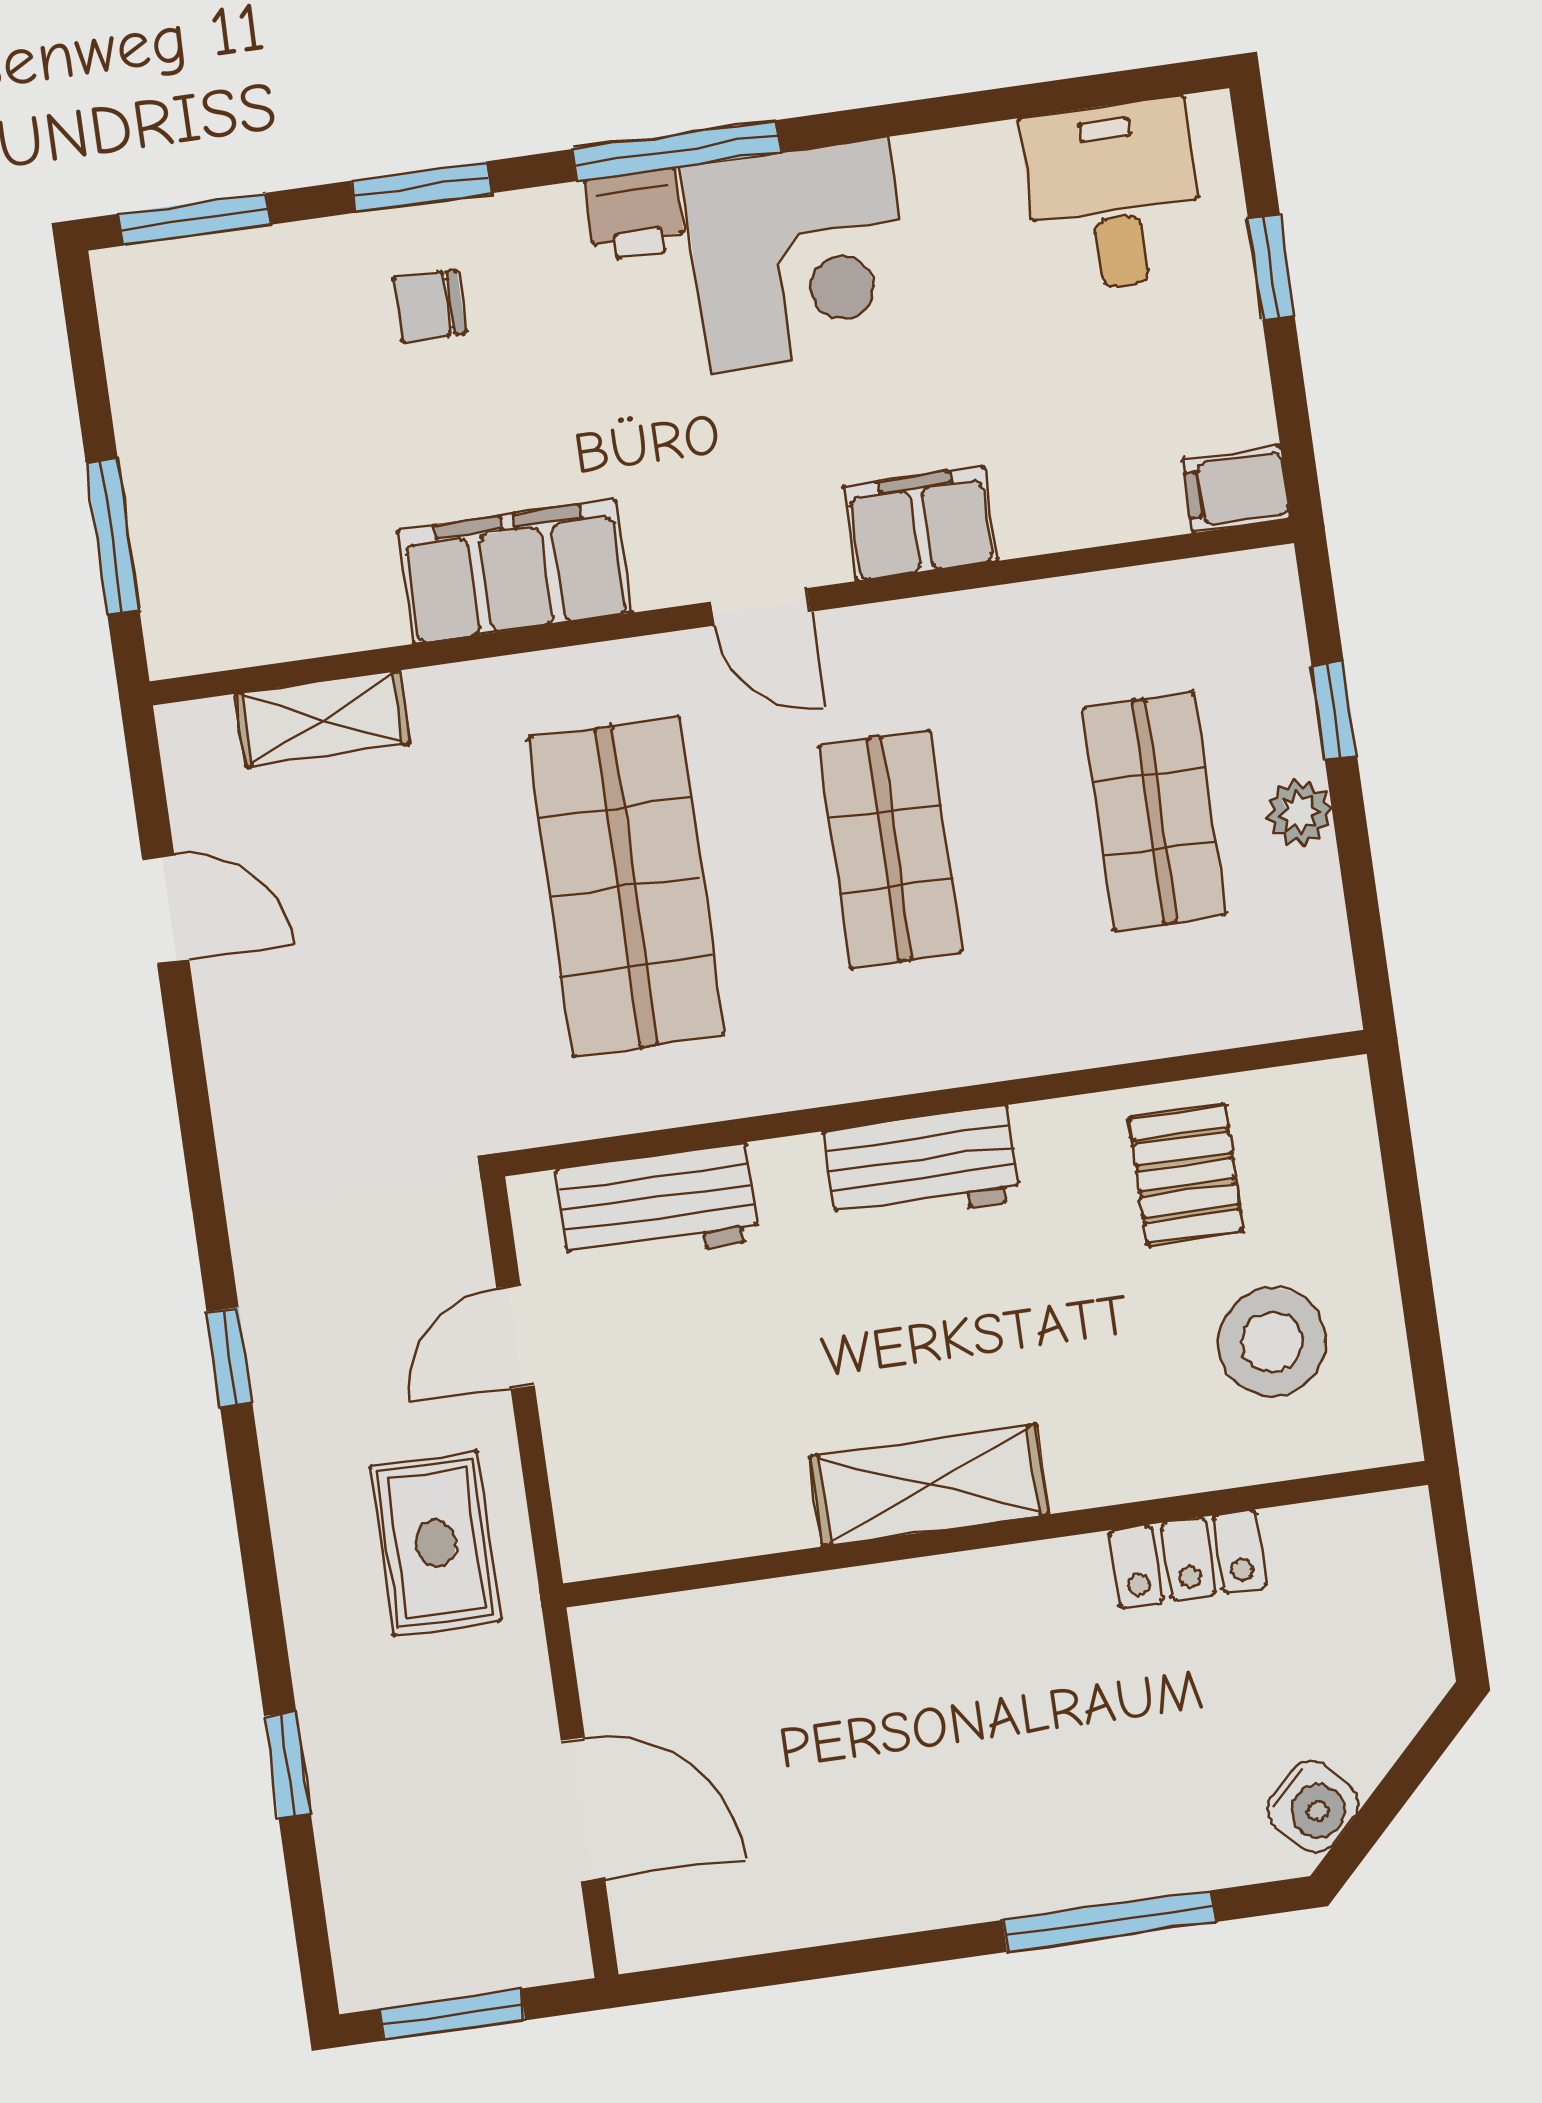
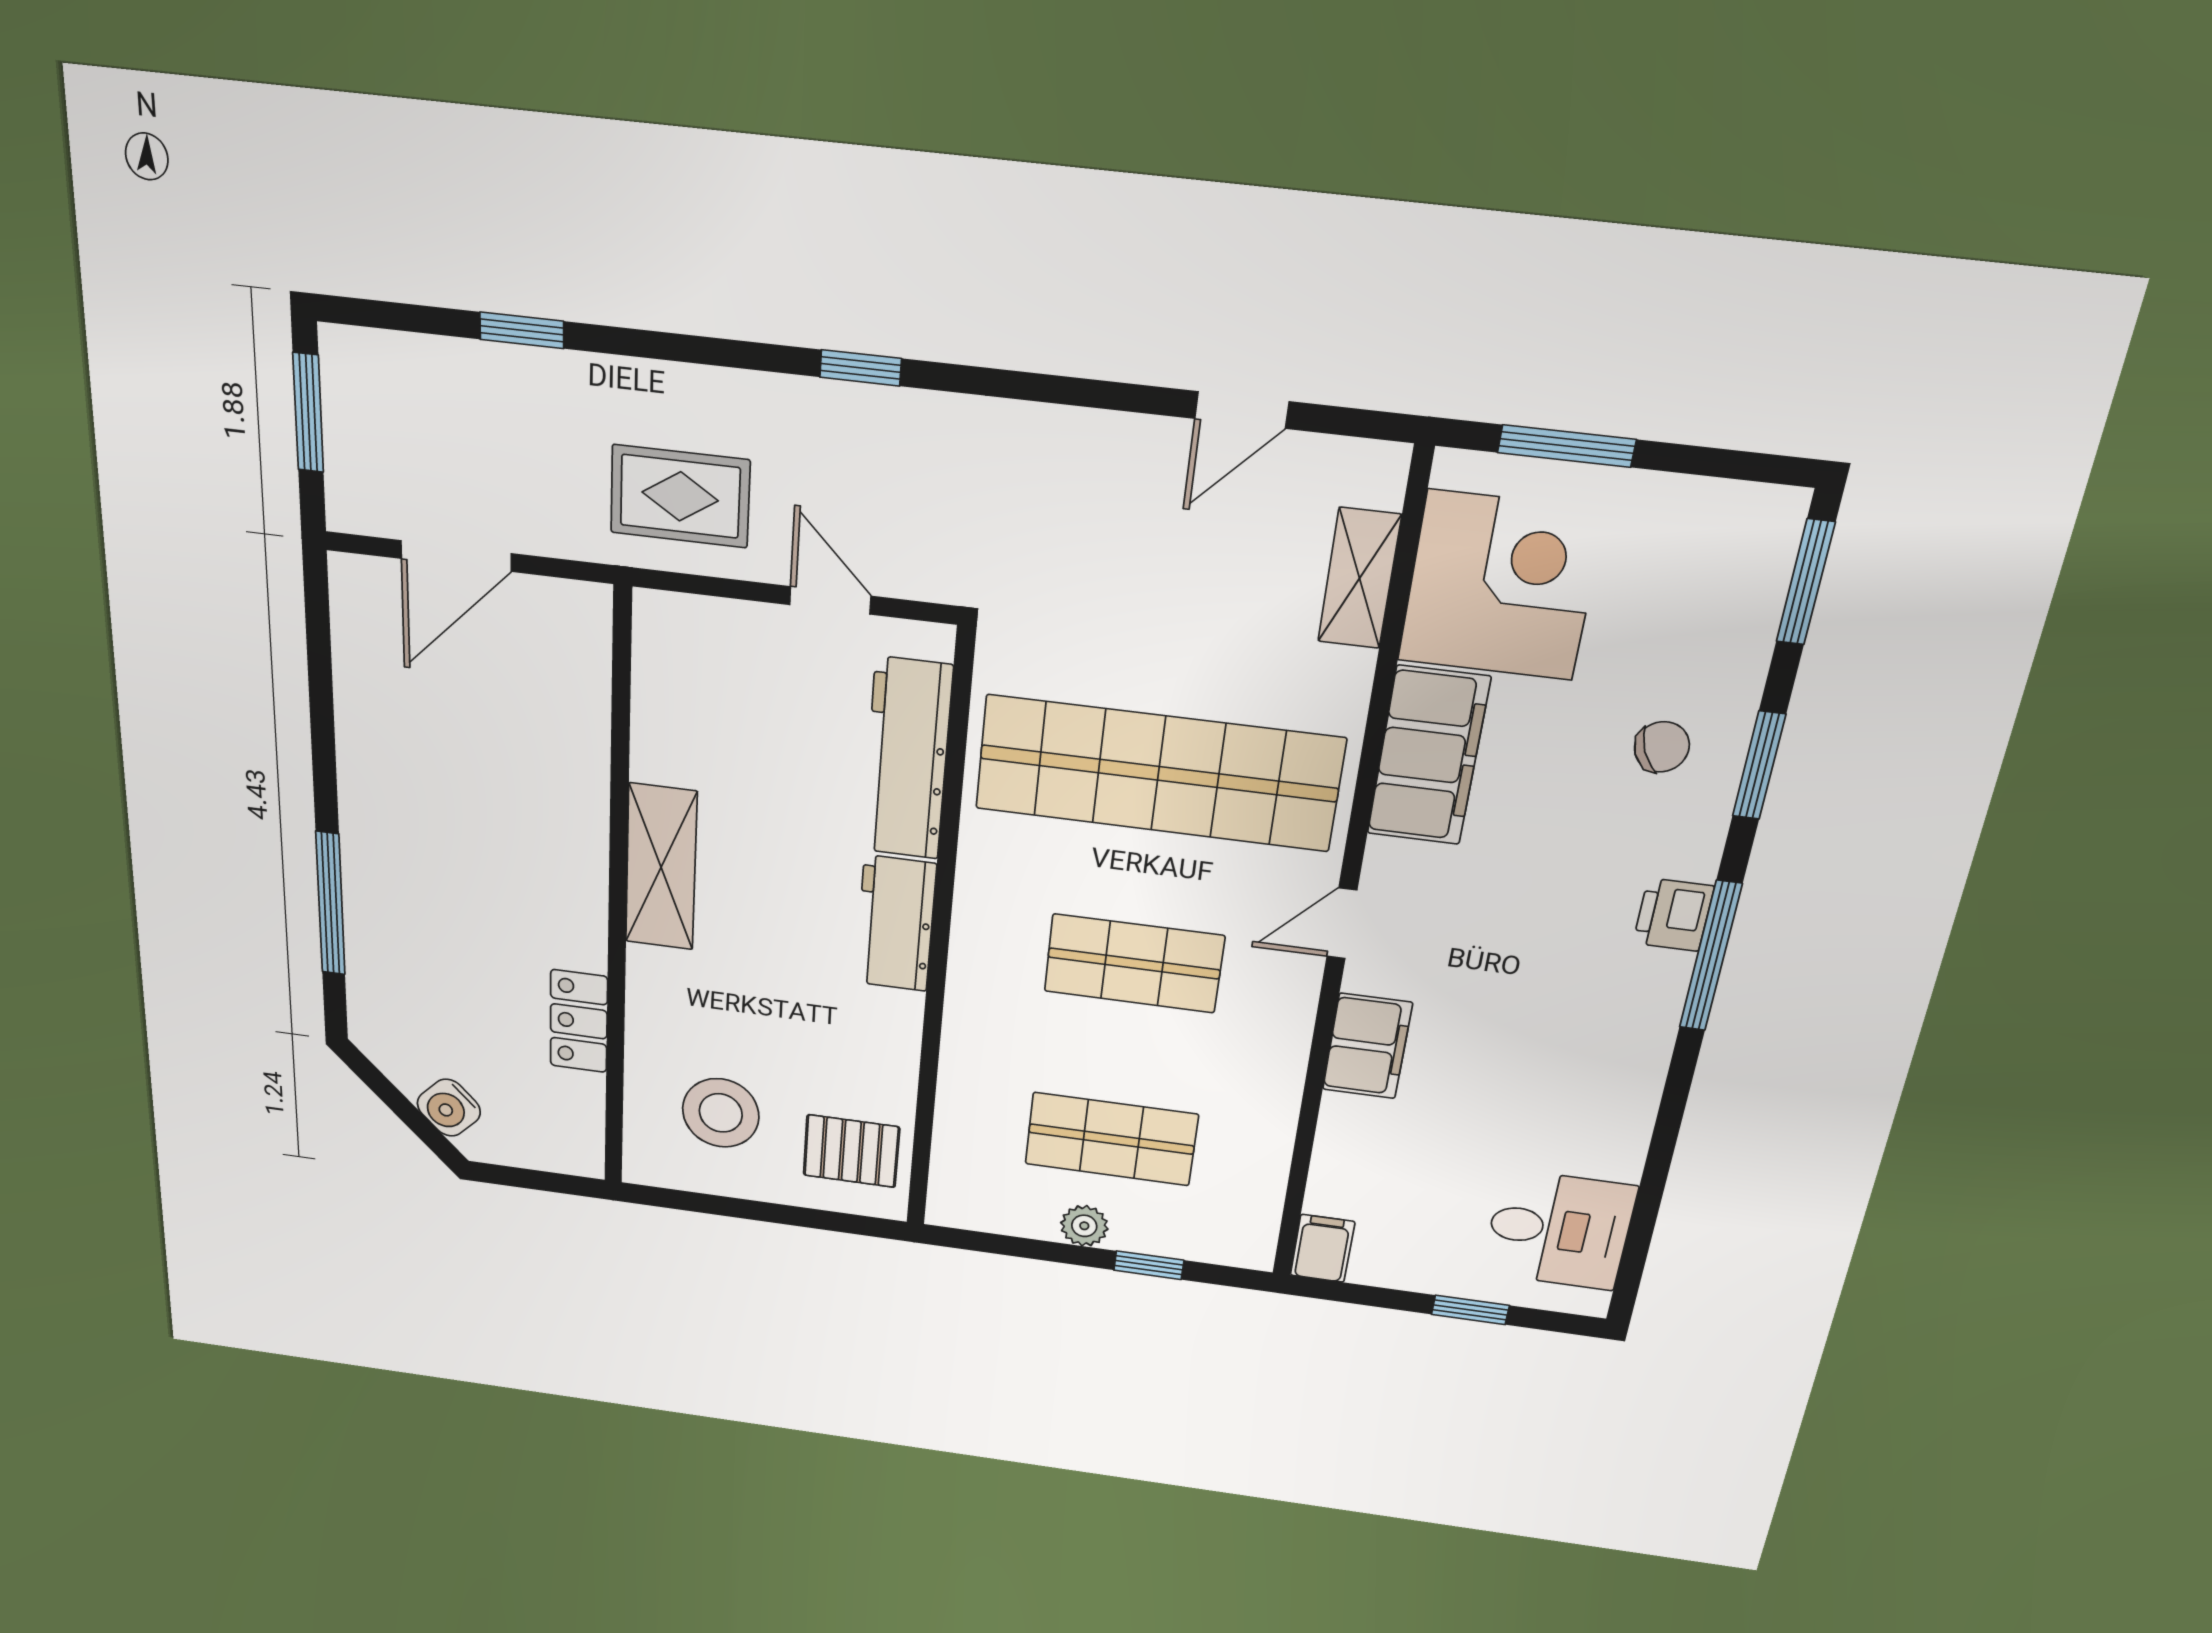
corner desk: (799, 255) -> (1501, 586), moved, turned 180
chair: (429, 306) -> (1662, 747), turned 66
shop shelf: (626, 886) -> (1158, 773), width x1.40
pallet: (1186, 1175) -> (851, 1151), moved
workbench: (658, 1205) -> (907, 759), width x1.37
water cooler: (1313, 1807) -> (449, 1108), moved

